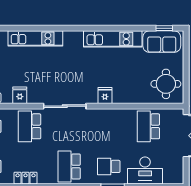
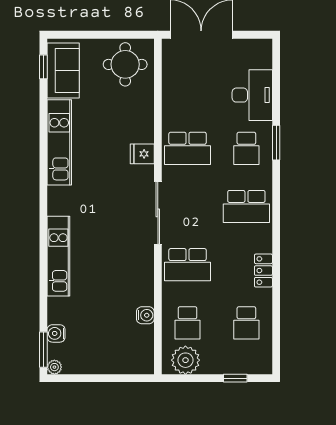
fridge: (20, 95) -> (142, 279), removed
school desk: (148, 126) -> (188, 148), moved

